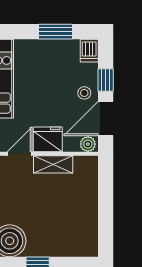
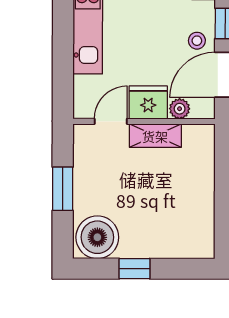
plant: (88, 144) -> (180, 109), moved

